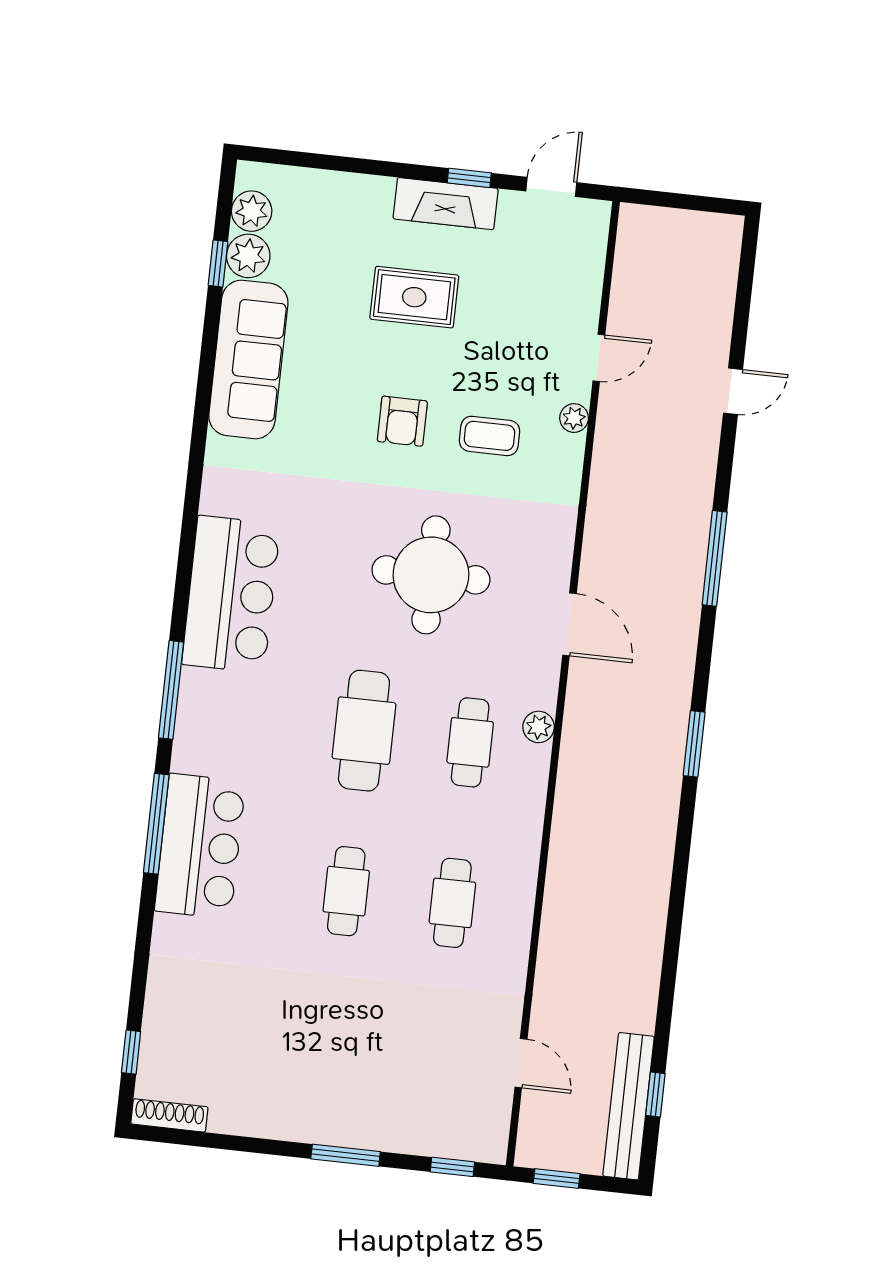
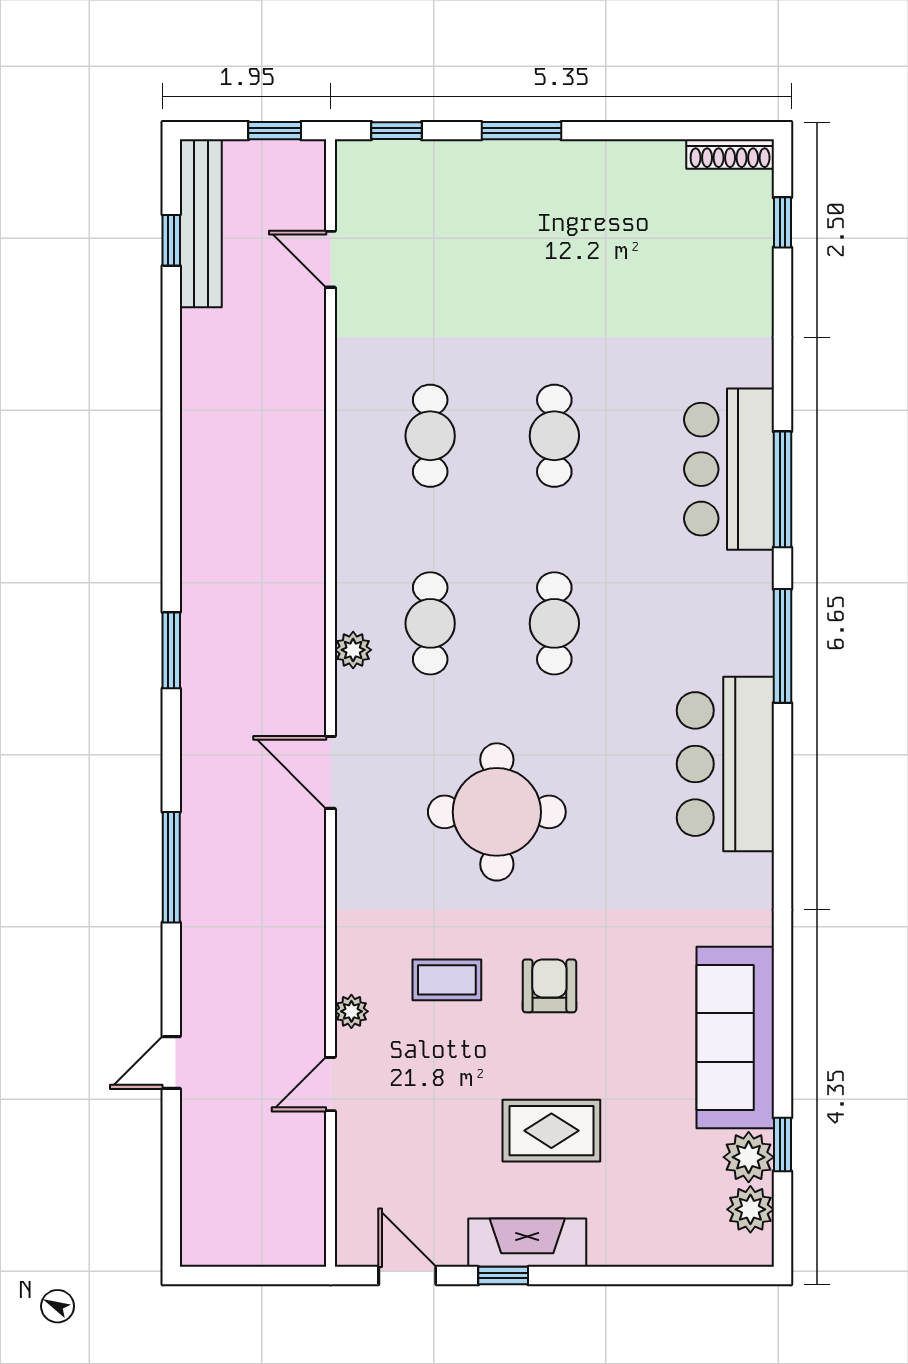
door: (551, 187) -> (407, 1276), swing flipped
cafe table: (364, 731) -> (554, 623), width x0.73, depth x0.74

